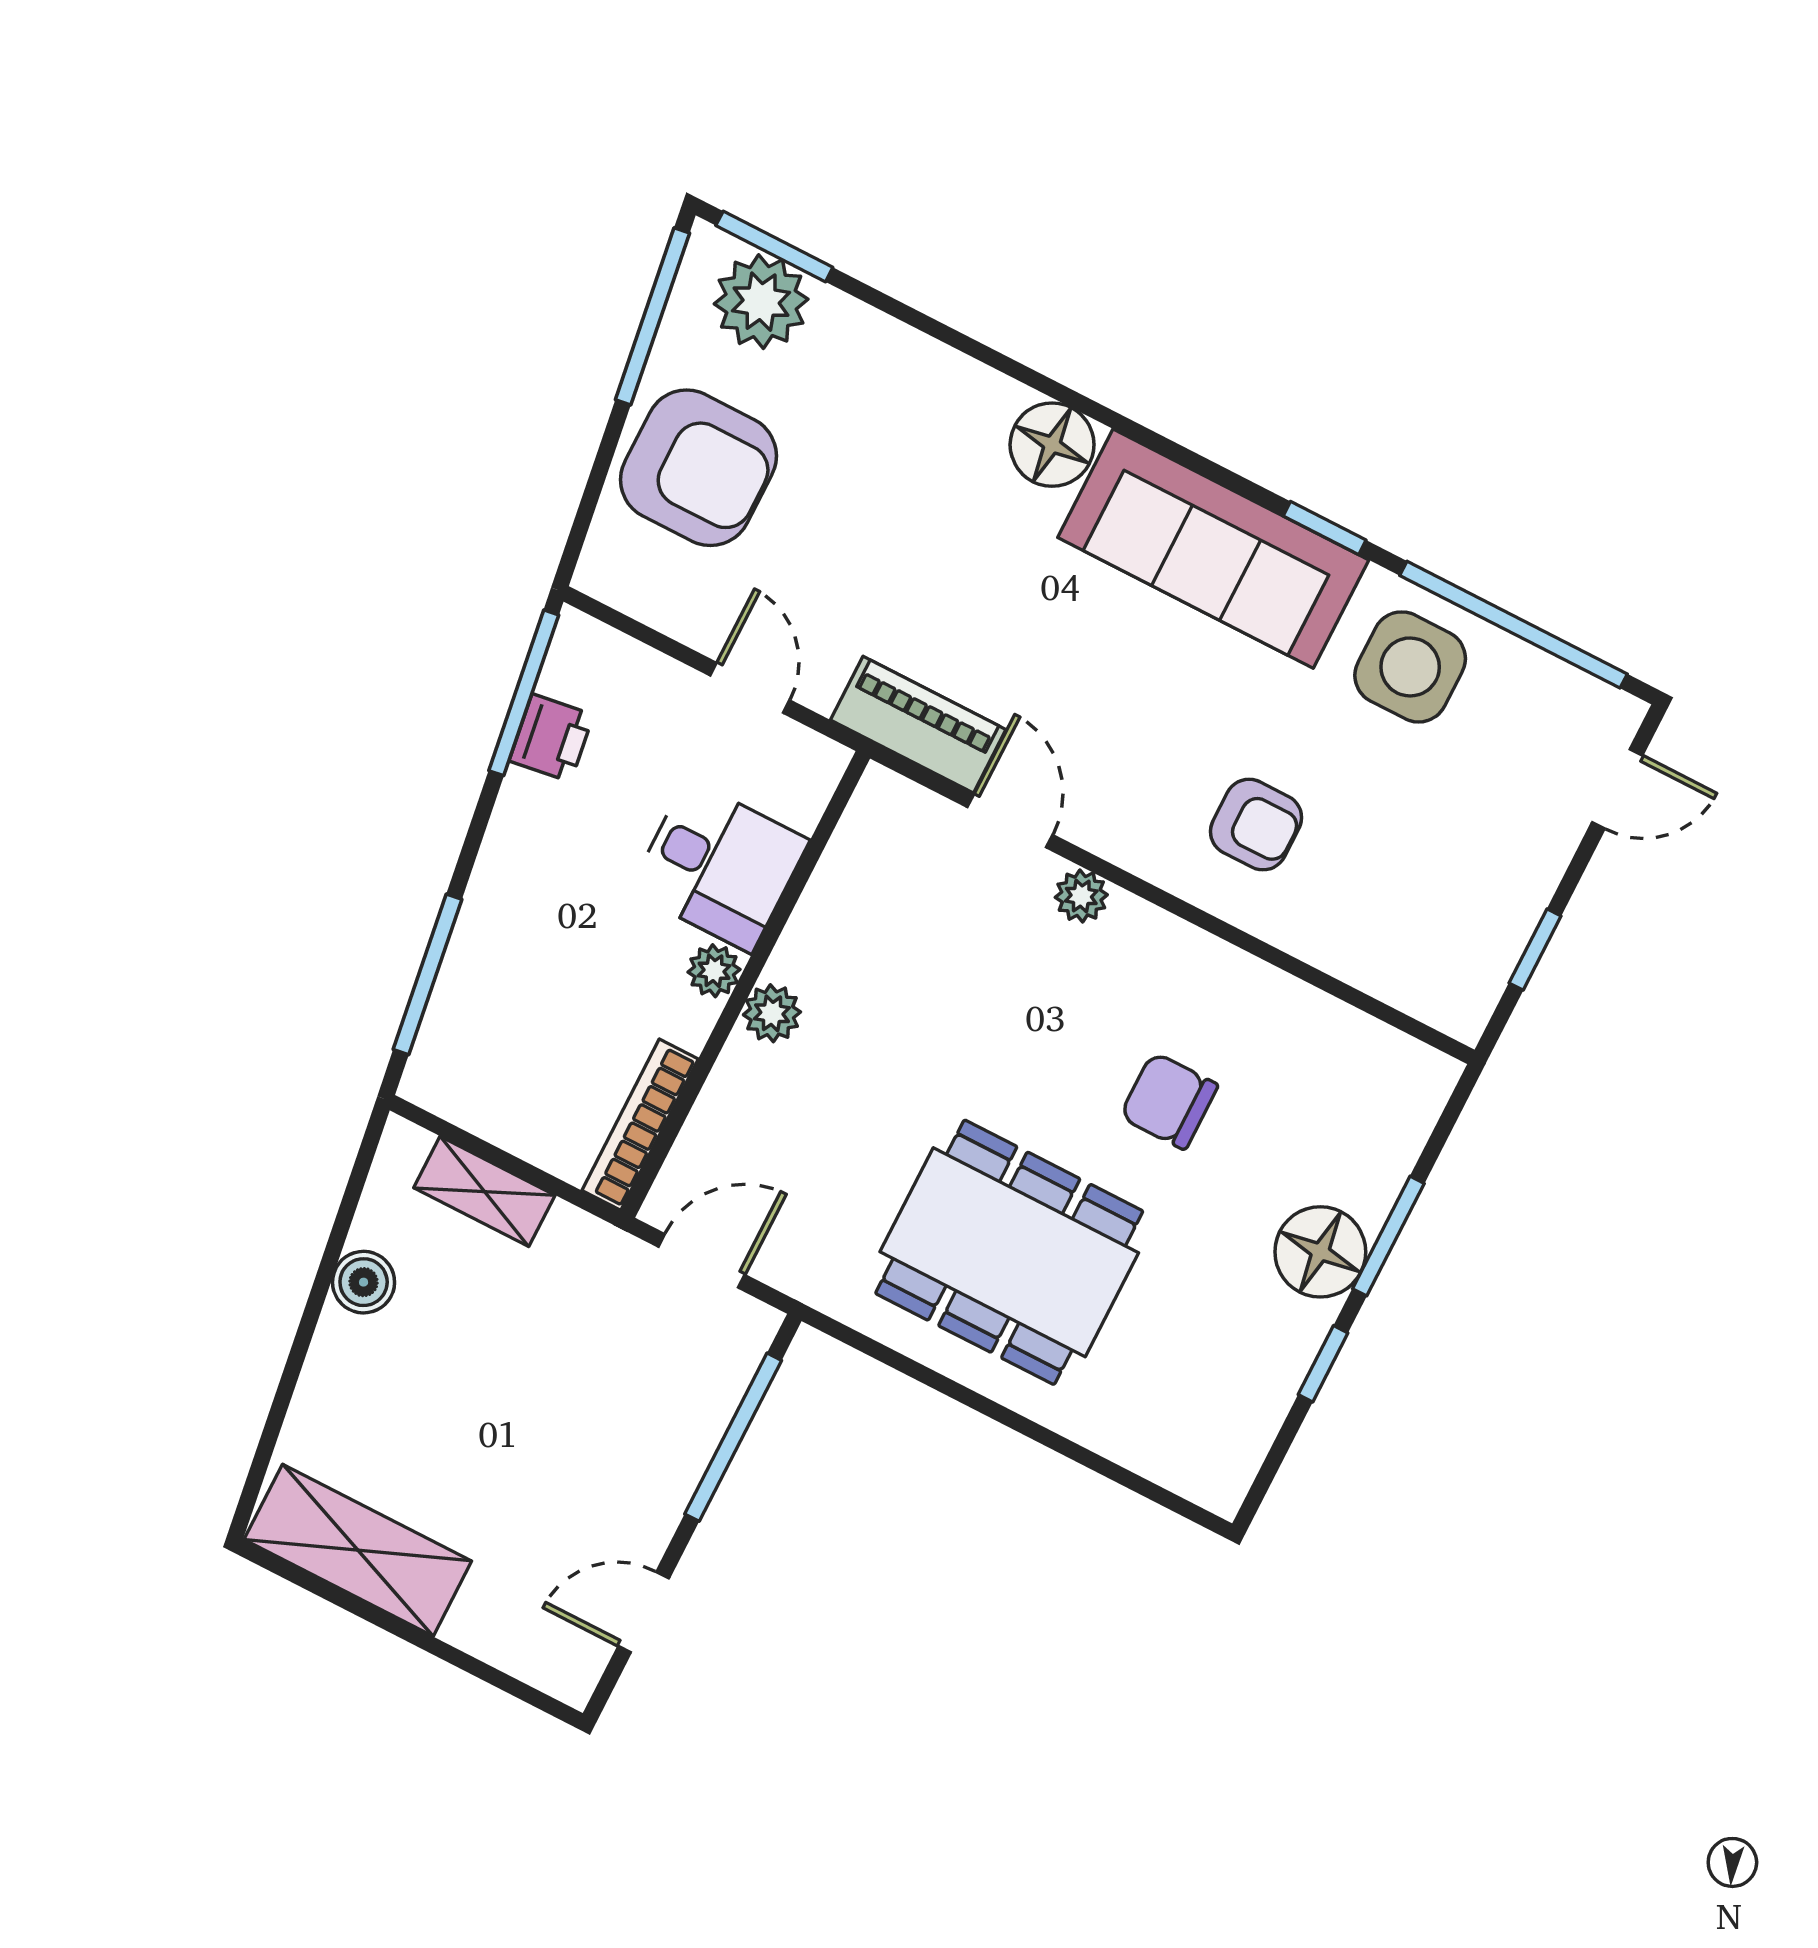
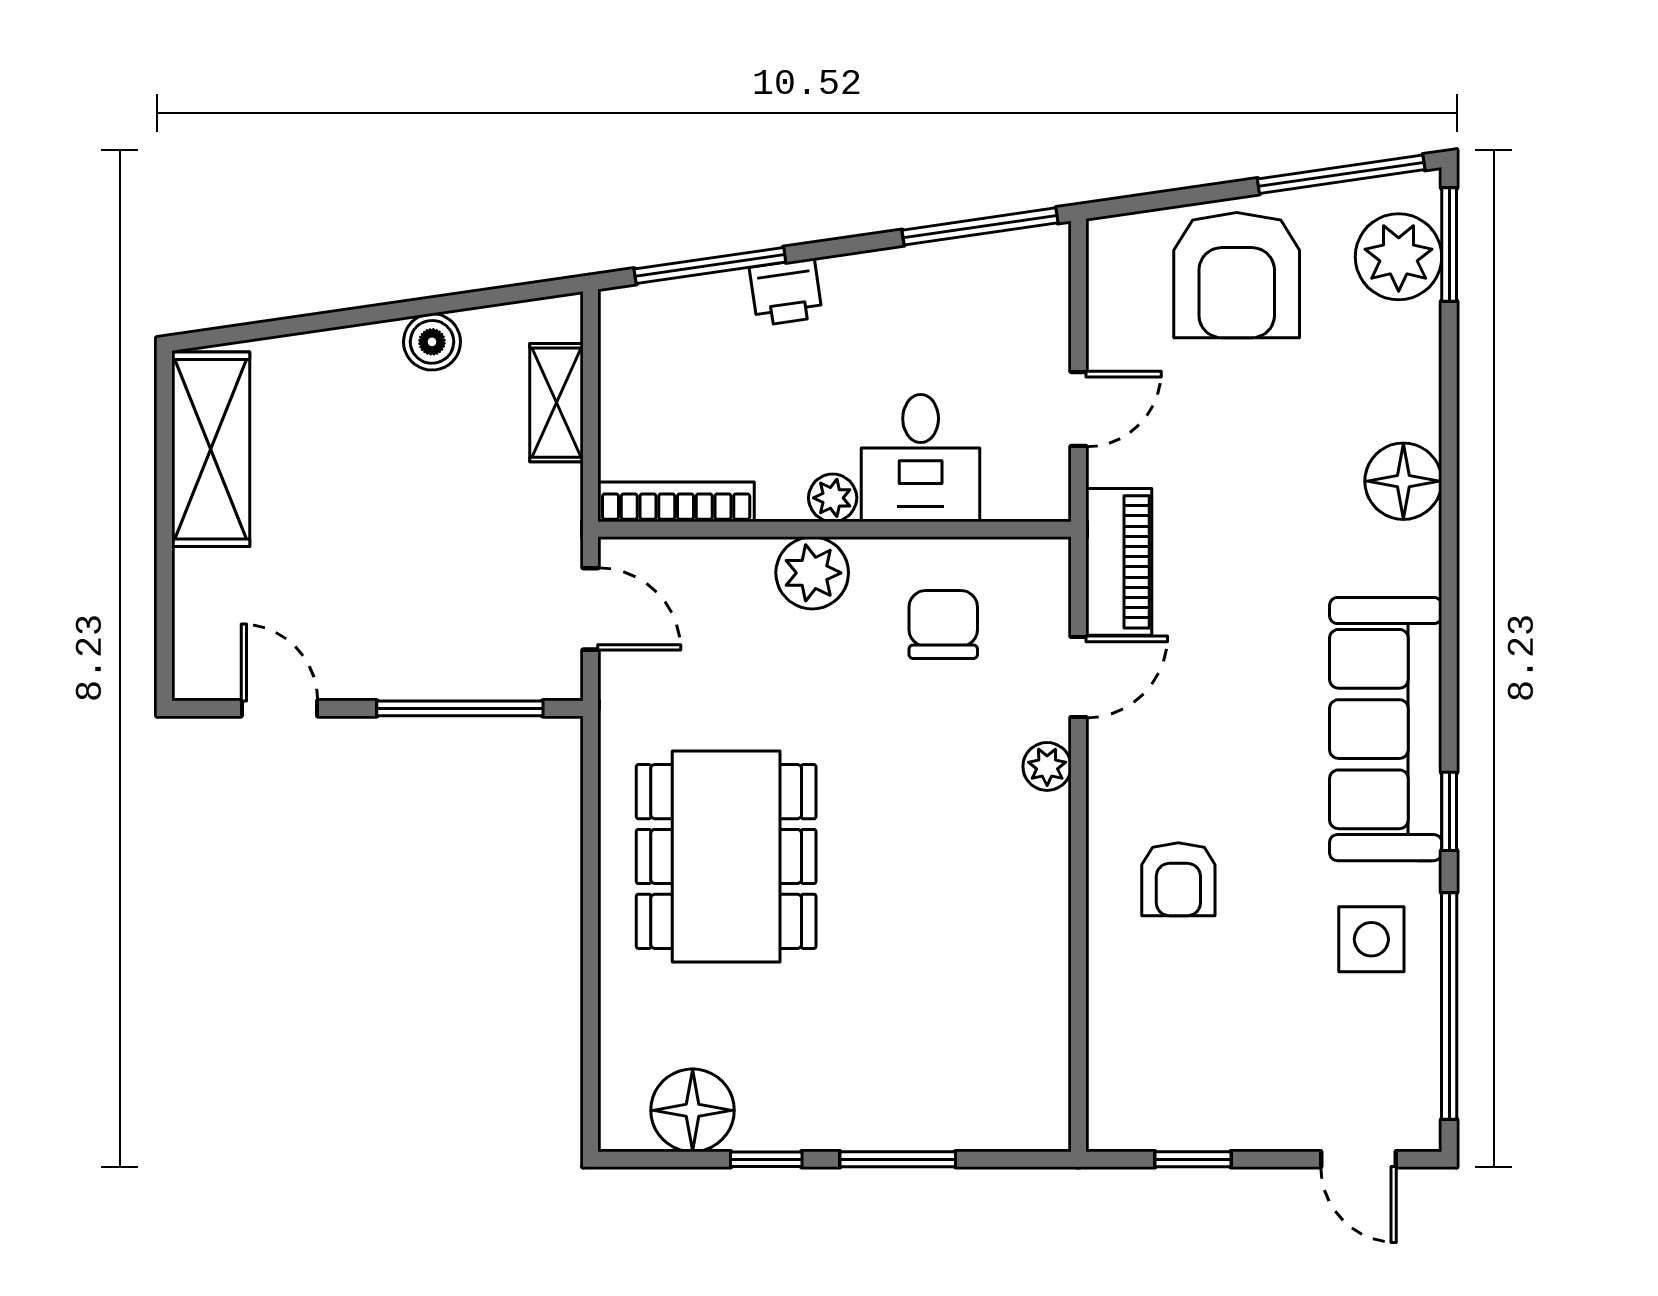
floor lamp: (1052, 445) -> (1403, 481), moved
side table: (1410, 667) -> (1371, 939), width x0.73, depth x0.73
printer: (551, 738) -> (786, 292), moved
plant: (772, 1013) -> (812, 573), width x1.38, depth x1.38
chair: (1169, 1101) -> (943, 625), moved
floor lamp: (1320, 1252) -> (693, 1110), moved

